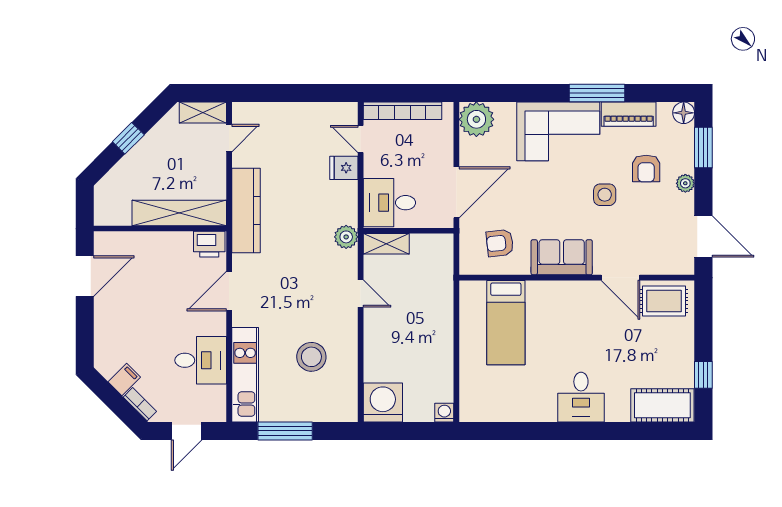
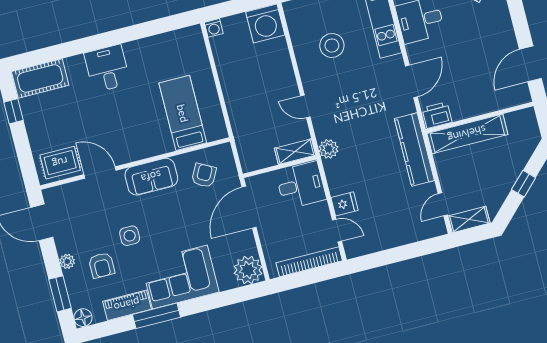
armchair: (646, 169) -> (102, 265), turned 180
armchair: (500, 243) -> (204, 175), turned -56

